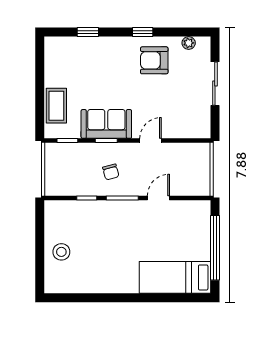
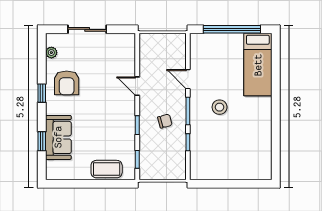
sofa: (106, 124) -> (58, 137), moved, turned 180
stool: (61, 252) -> (220, 107), moved

